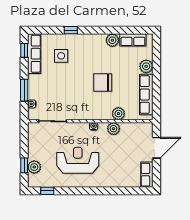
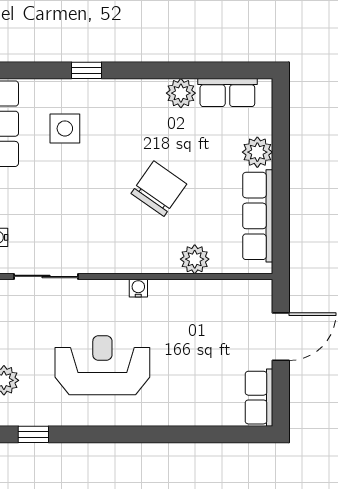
chair: (103, 82) -> (159, 189), turned 125
plant: (114, 129) -> (183, 293), removed

